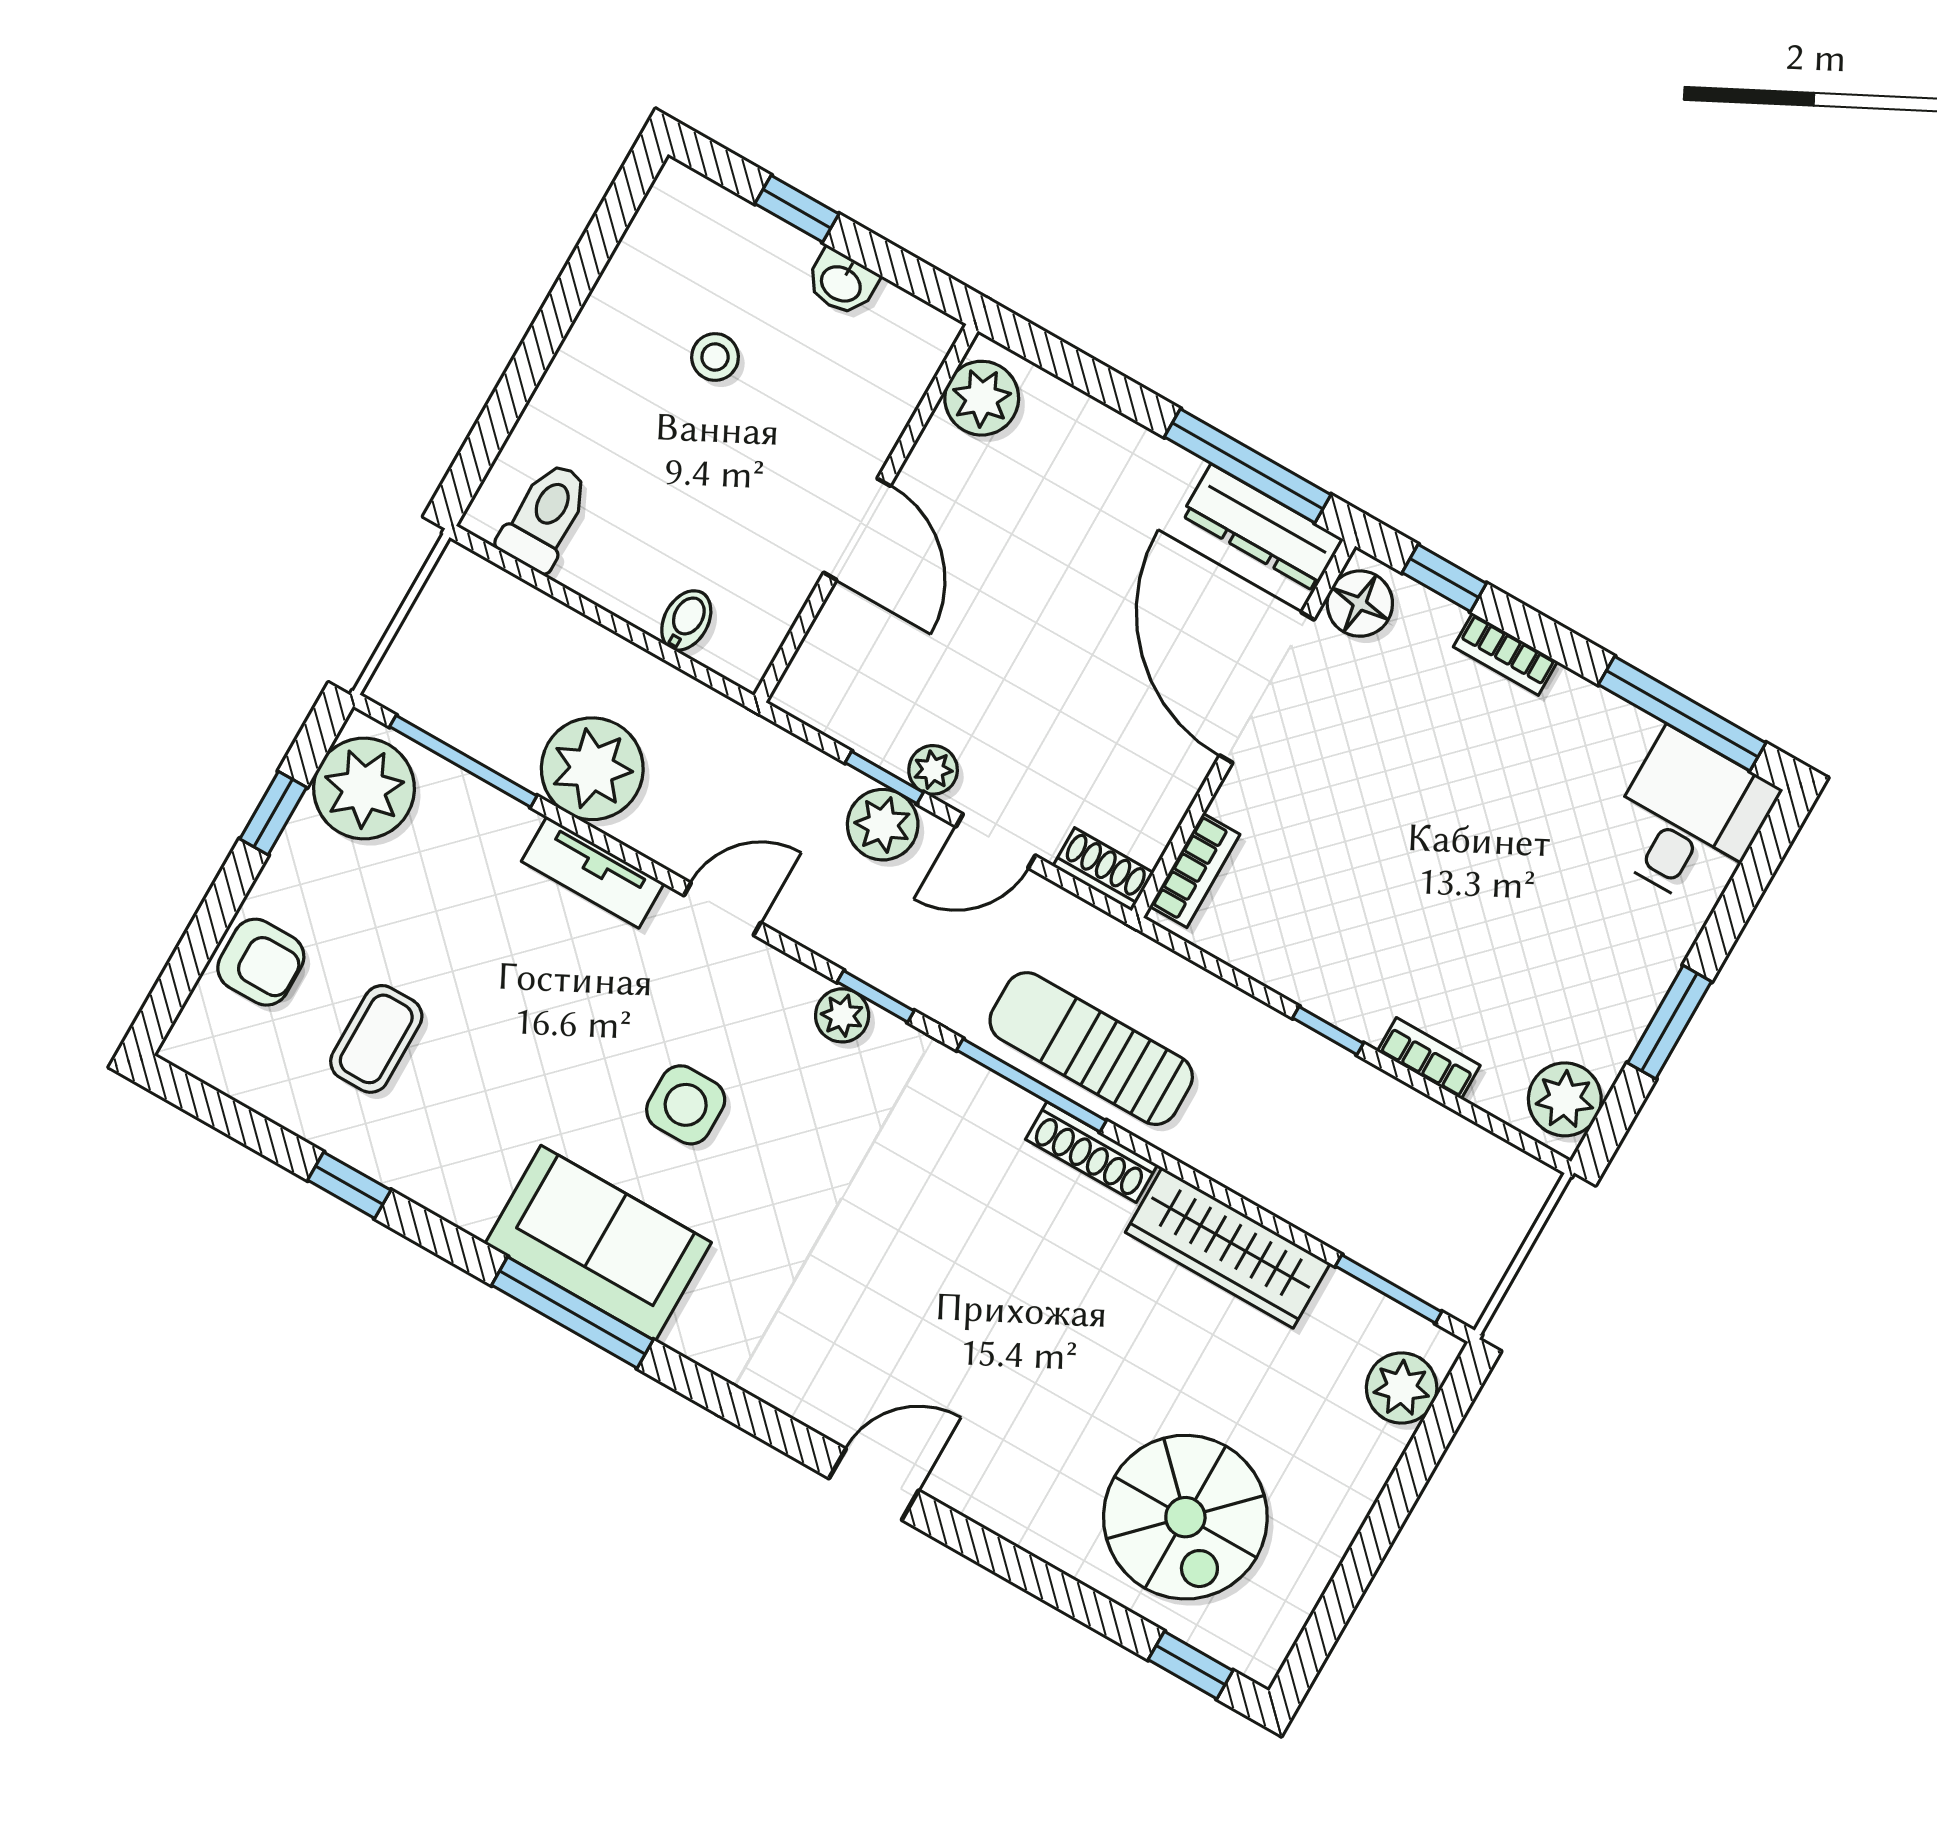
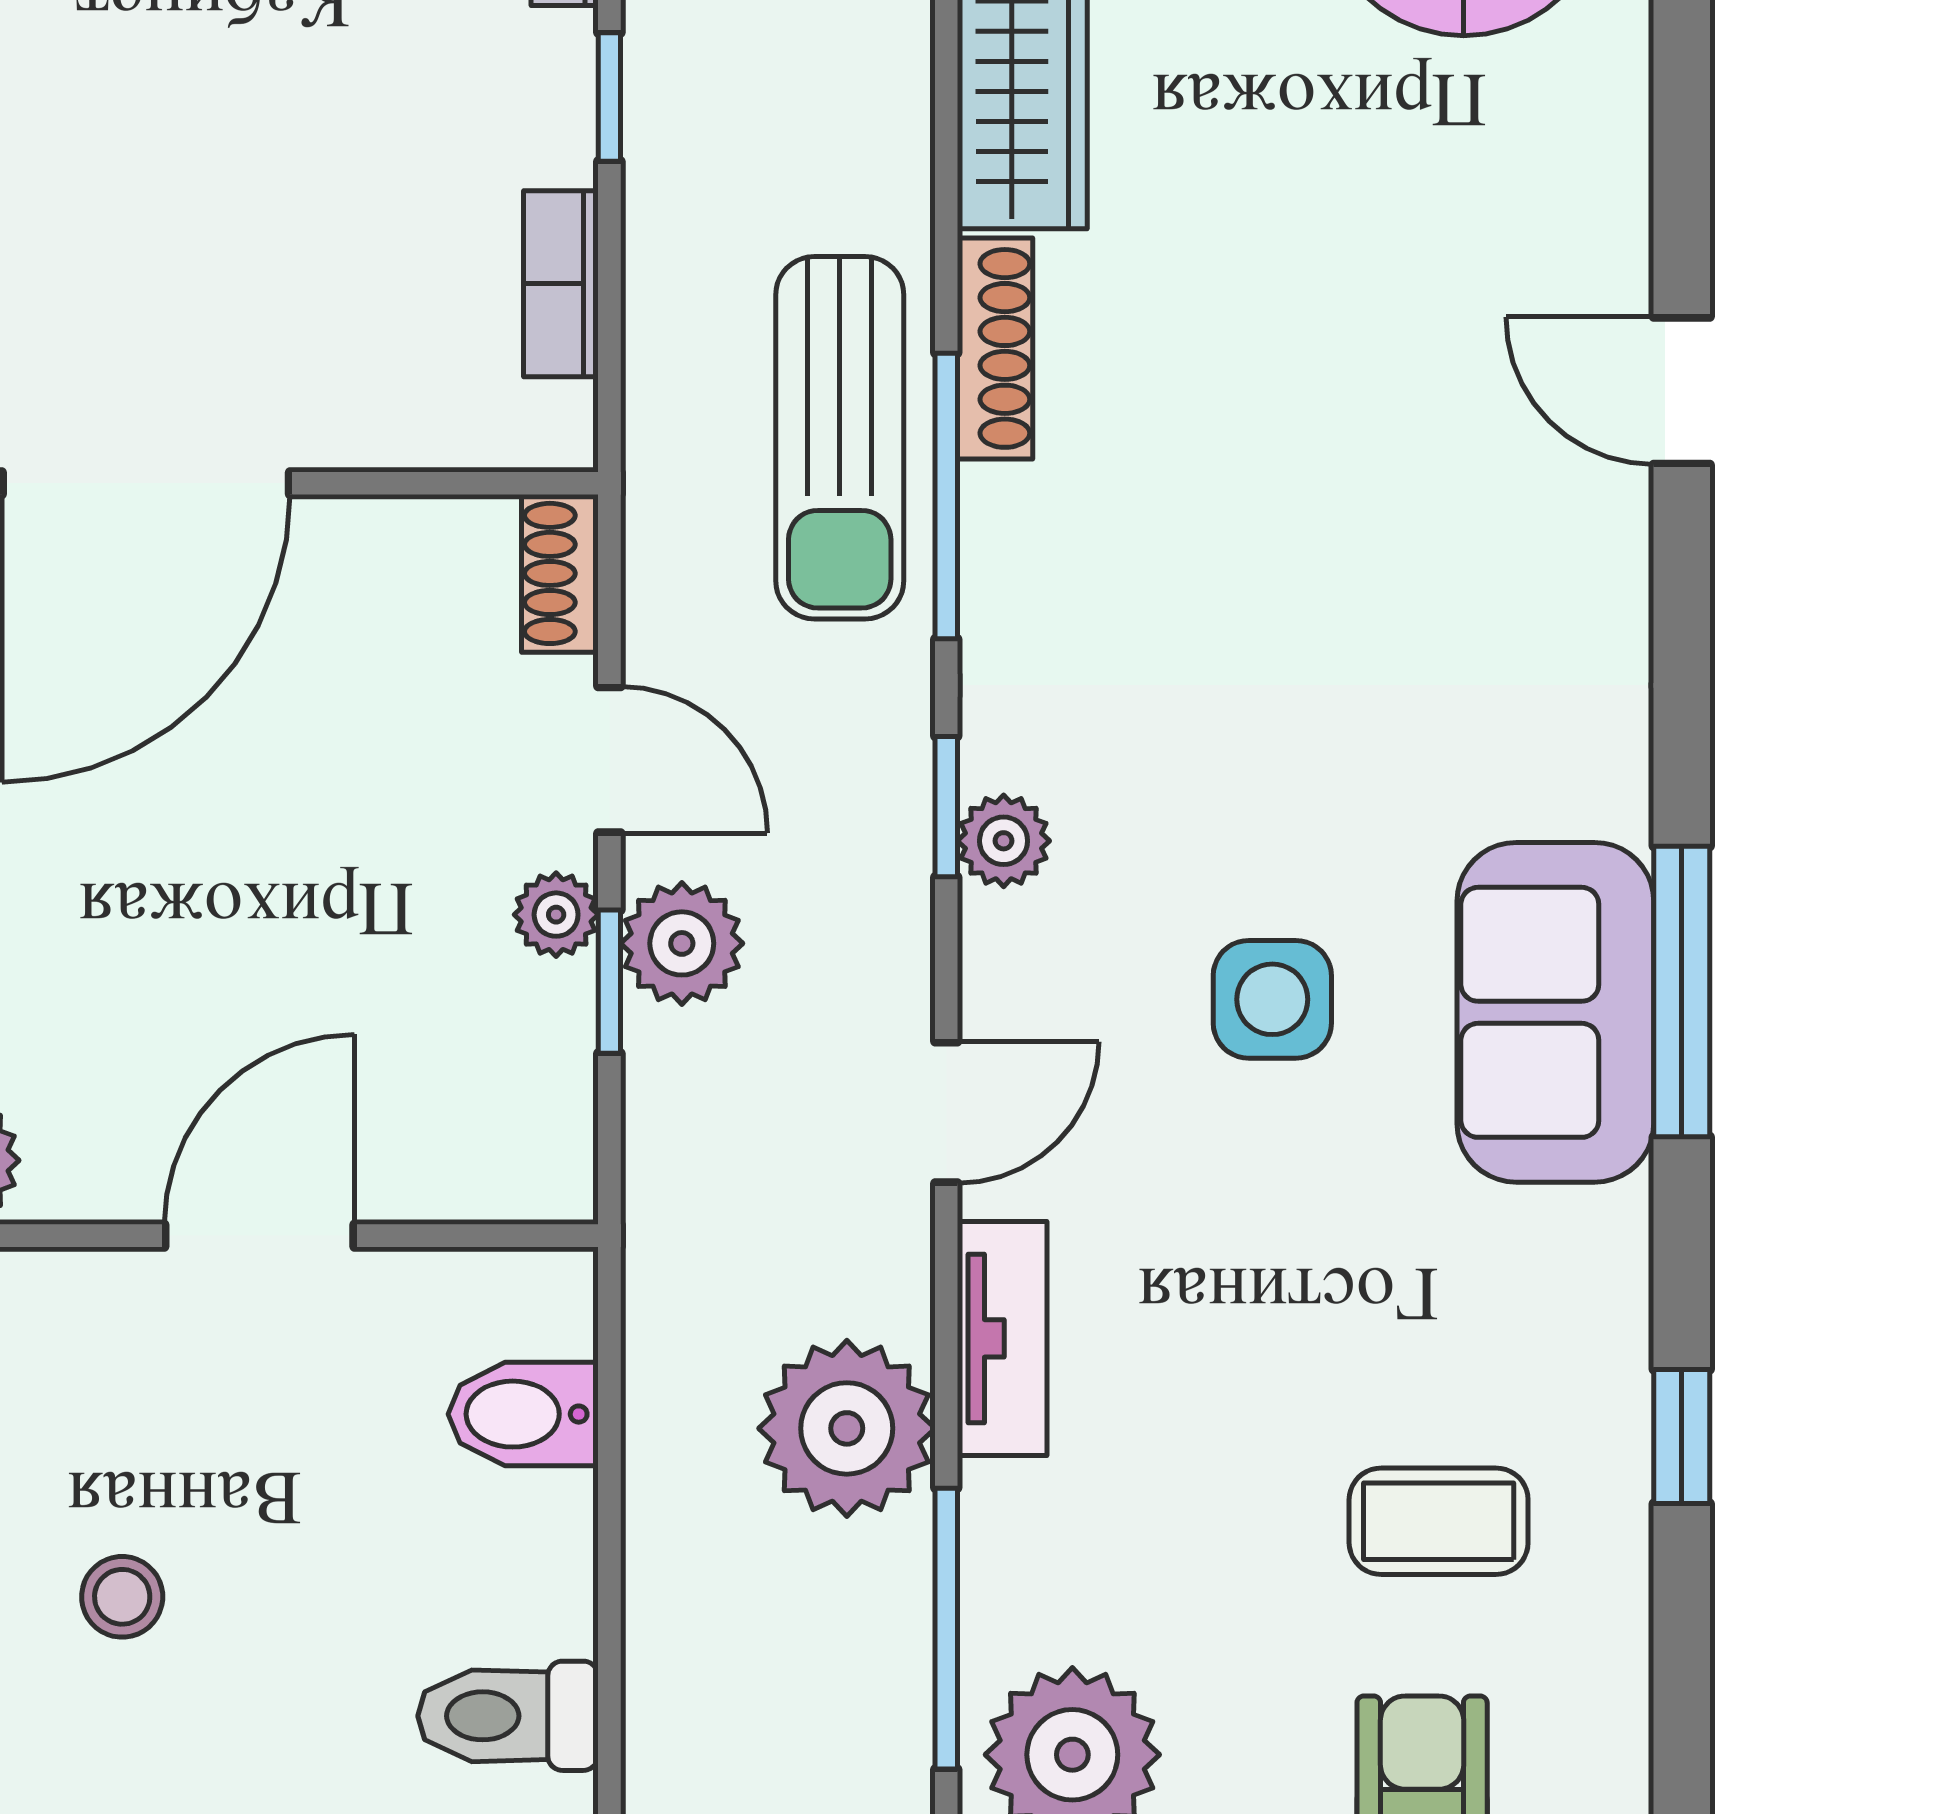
bidet: (686, 620) -> (523, 1414), width x1.38, depth x1.36
bookcase: (1195, 870) -> (561, 284), moved, turned -90
door: (722, 909) -> (946, 1112), swing flipped

